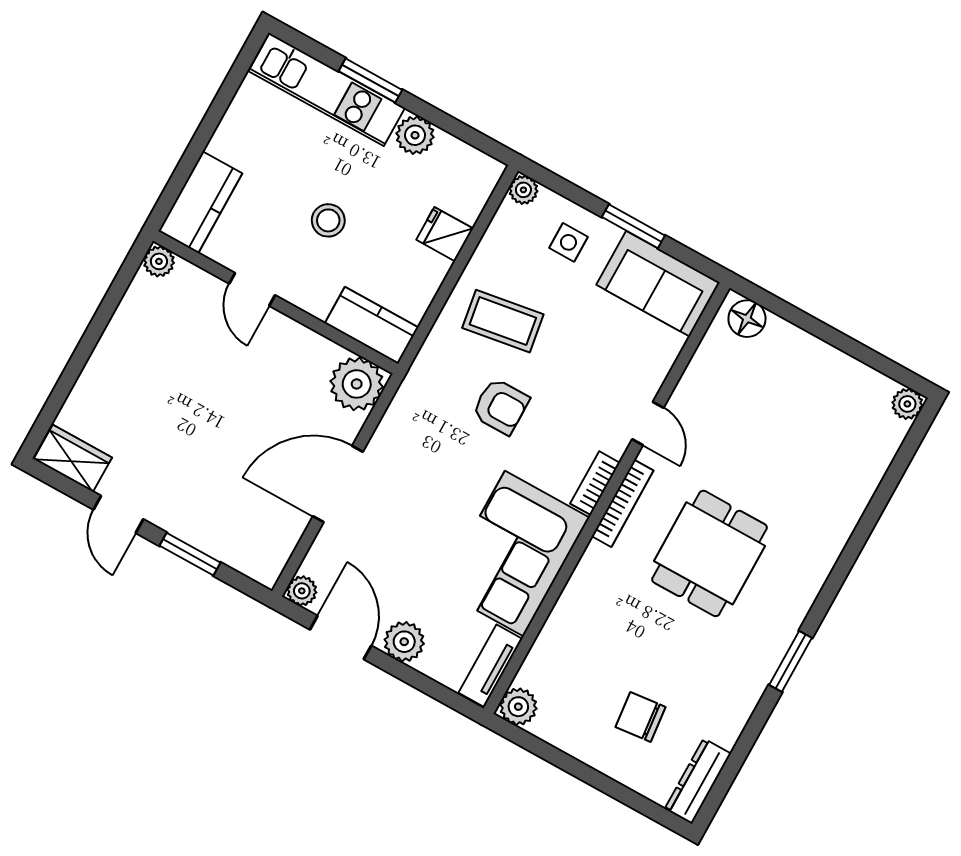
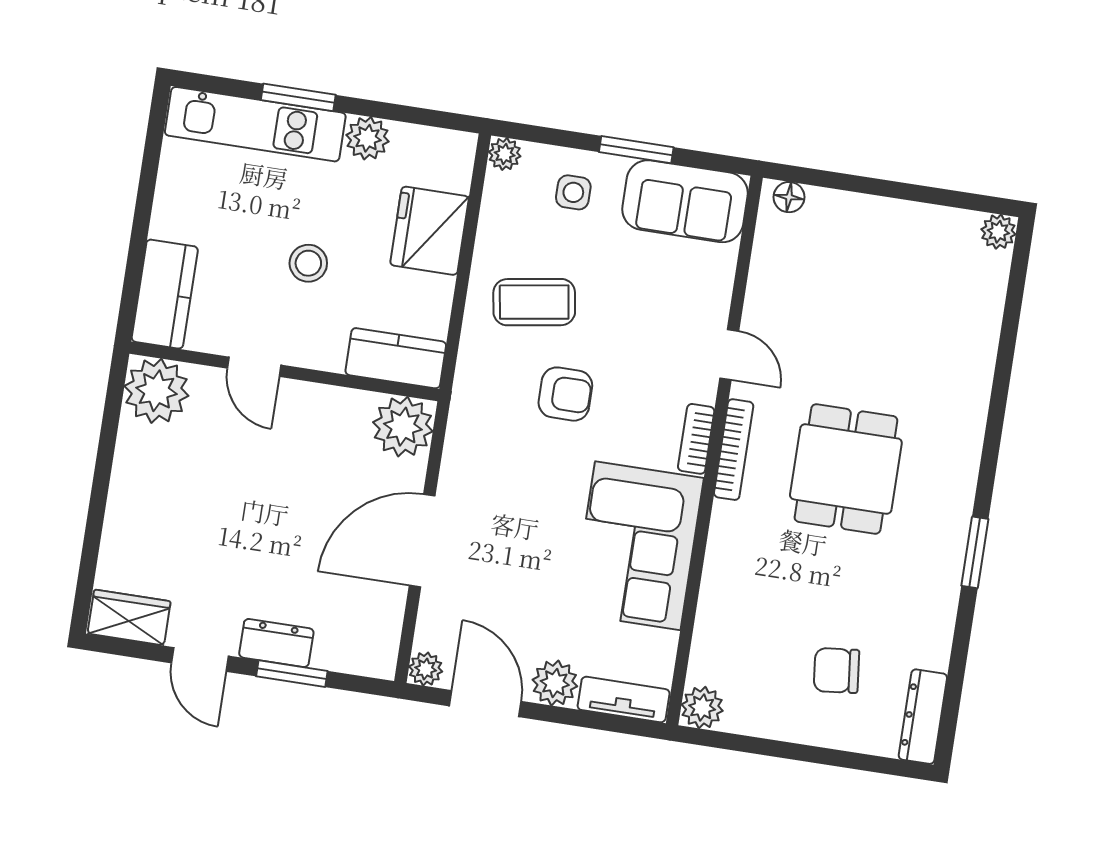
fridge: (445, 234) -> (429, 231), width x1.88, depth x1.34
plant: (159, 261) -> (156, 391), width x1.88, depth x1.88
floor lamp: (747, 319) -> (789, 197), width x0.73, depth x0.73
dresser: (187, 524) -> (276, 643), added
tv unit: (490, 666) -> (624, 700), moved, turned 90

